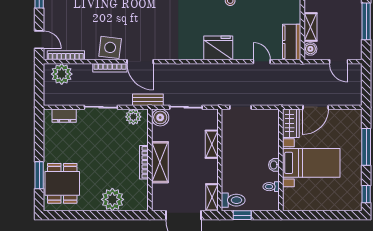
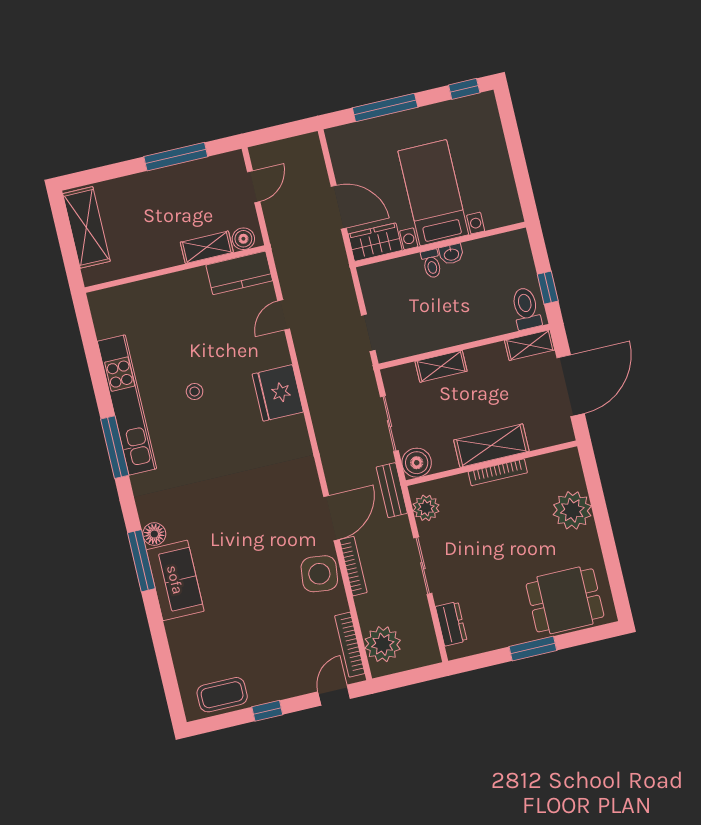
window: (39, 175) -> (533, 649), moved
toilet: (271, 187) -> (431, 264), moved

